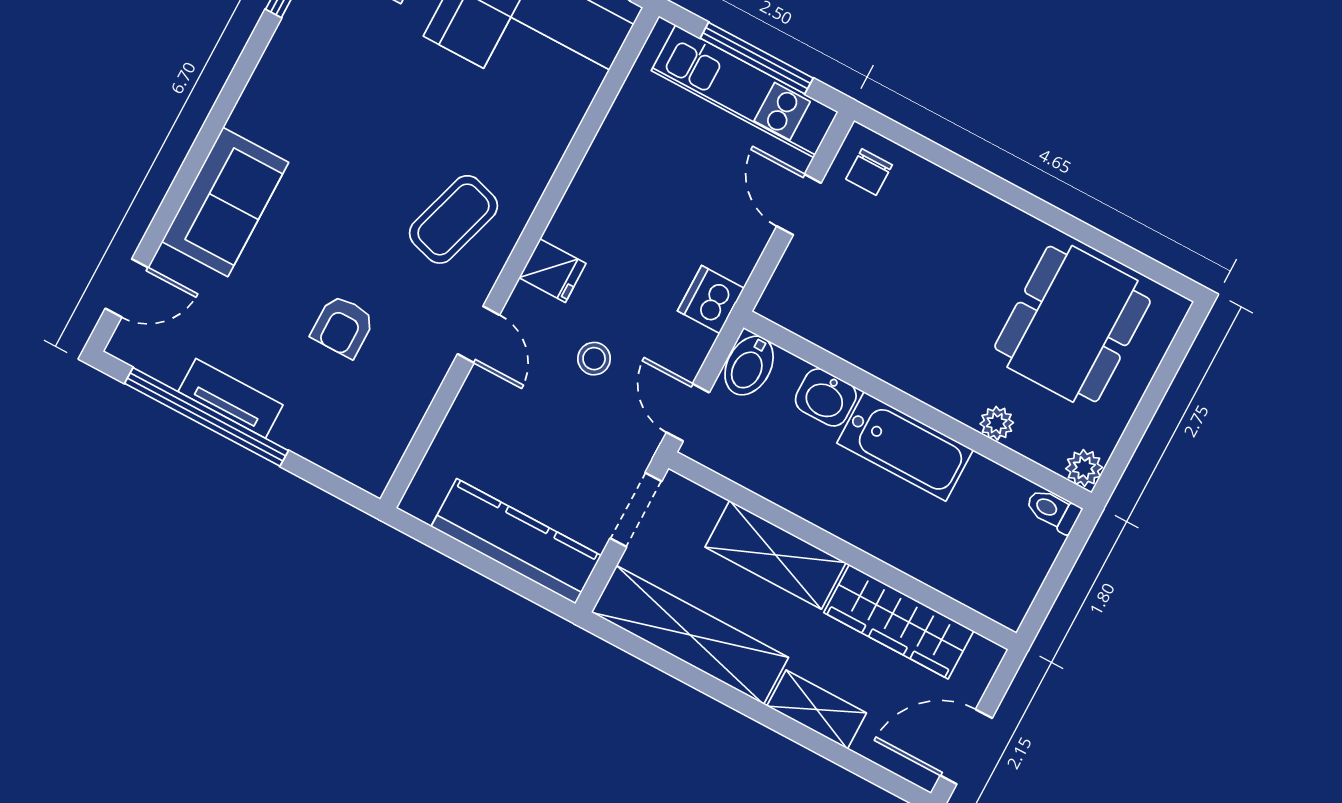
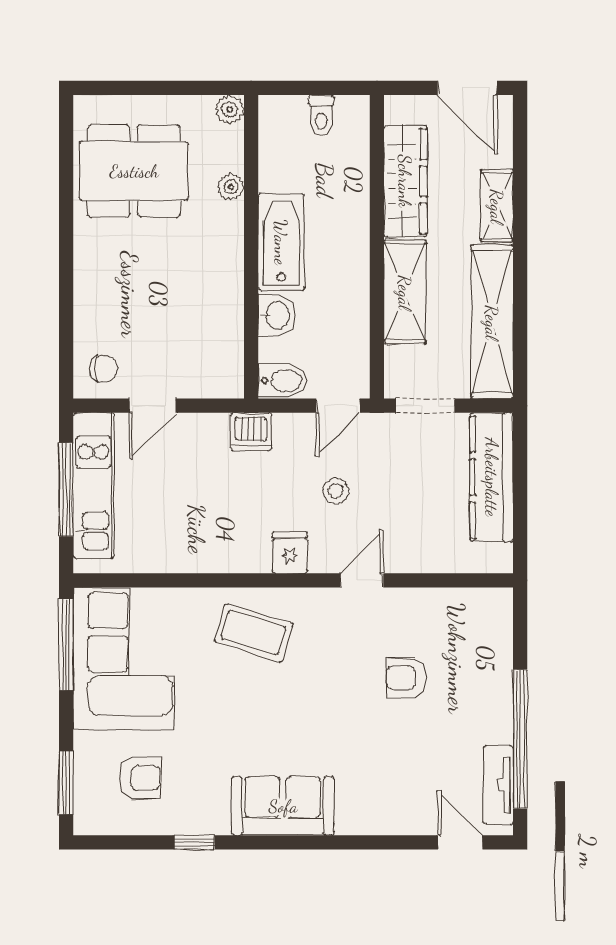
sofa: (225, 202) -> (283, 806), moved
coffee table: (453, 219) -> (254, 633), moved
armchair: (343, 326) -> (407, 678), turned 180
tv unit: (231, 398) -> (498, 785), moved
toilet: (1053, 510) -> (321, 115), moved

